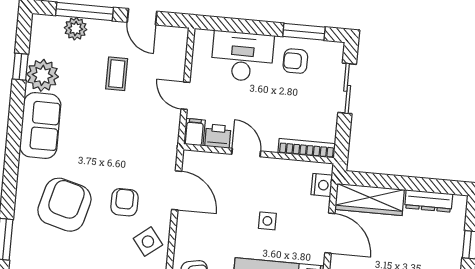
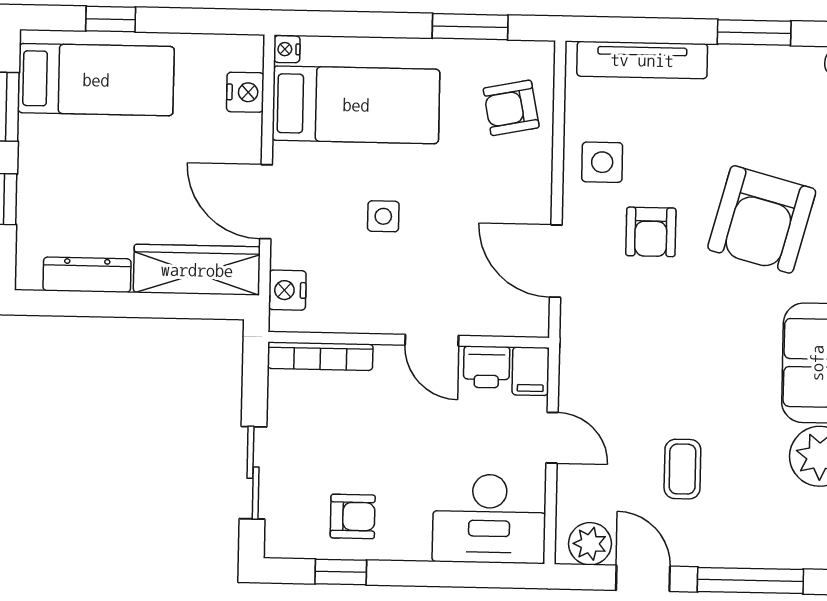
plant: (76, 29) -> (590, 544), moved
window: (304, 32) -> (341, 572), width x0.67
desk: (242, 56) -> (489, 519), moved
side table: (148, 242) -> (602, 162), turned 38

